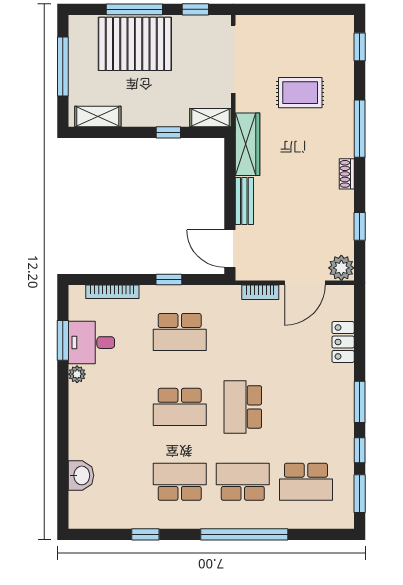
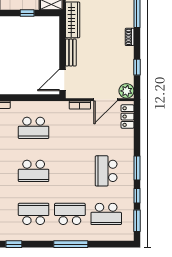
door: (230, 249) -> (62, 80), hinge flipped
window: (169, 279) -> (27, 98), removed
locker: (343, 342) -> (128, 117), moved
school desk: (243, 407) -> (106, 171), moved
window: (244, 534) -> (71, 244), width x0.68

